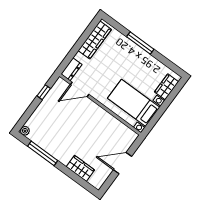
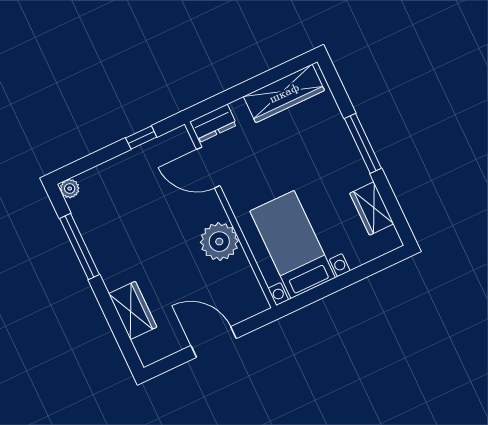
wardrobe: (167, 87) -> (372, 209), moved, turned -90
plant: (102, 119) -> (219, 242), added

